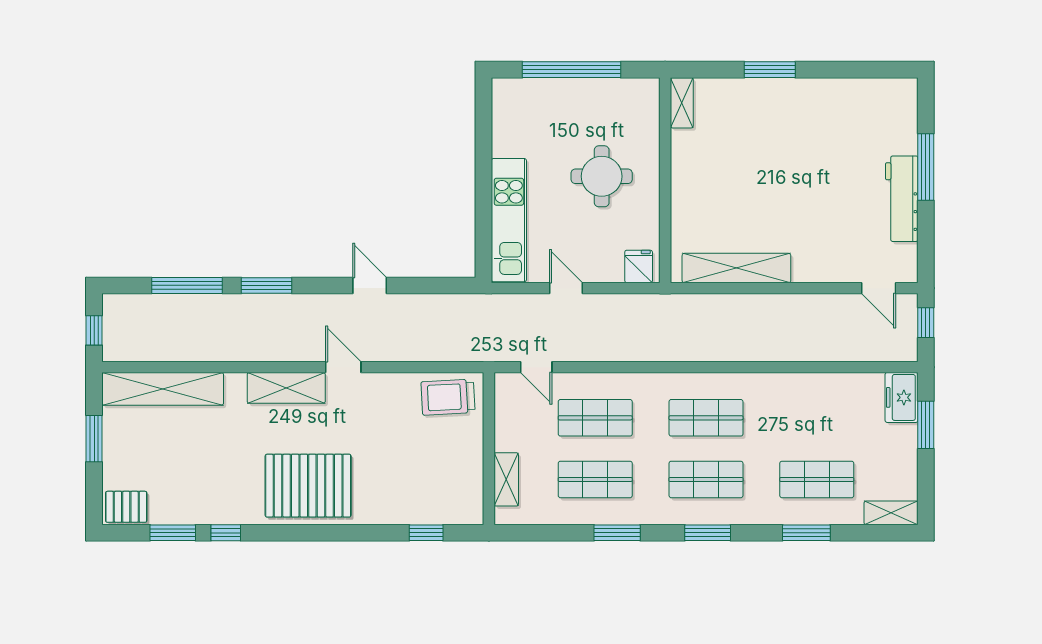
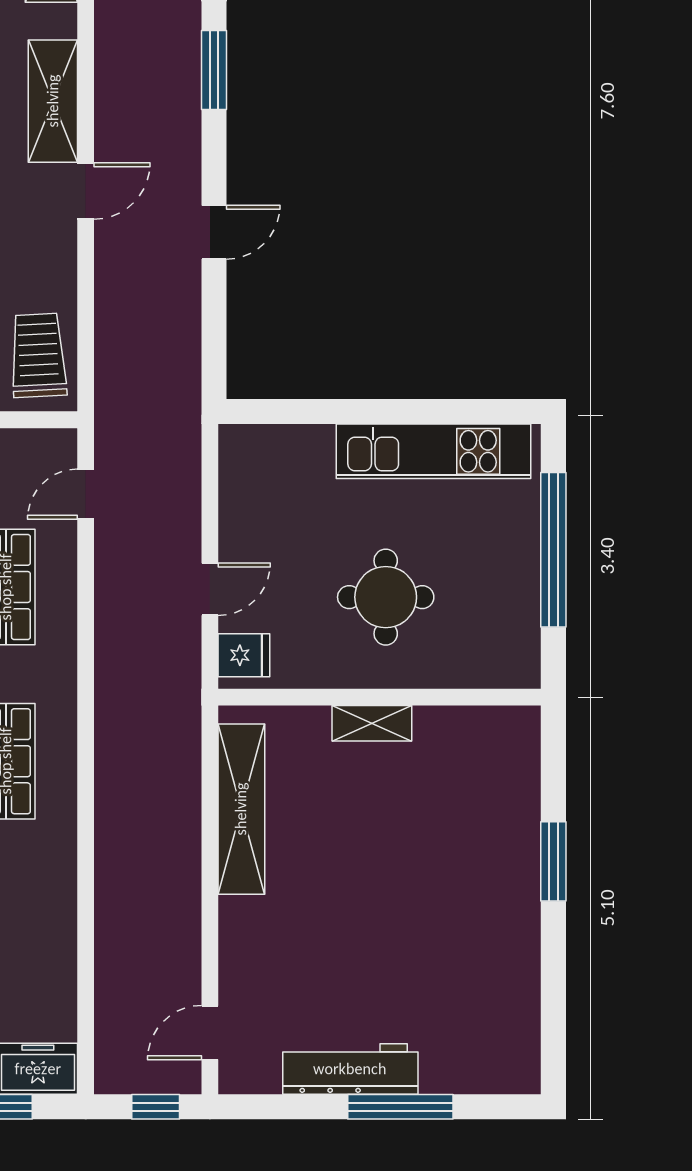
shelving: (682, 103) -> (372, 723), moved
kitchen unit: (509, 220) -> (433, 451), moved
door: (566, 288) -> (210, 589), moved

